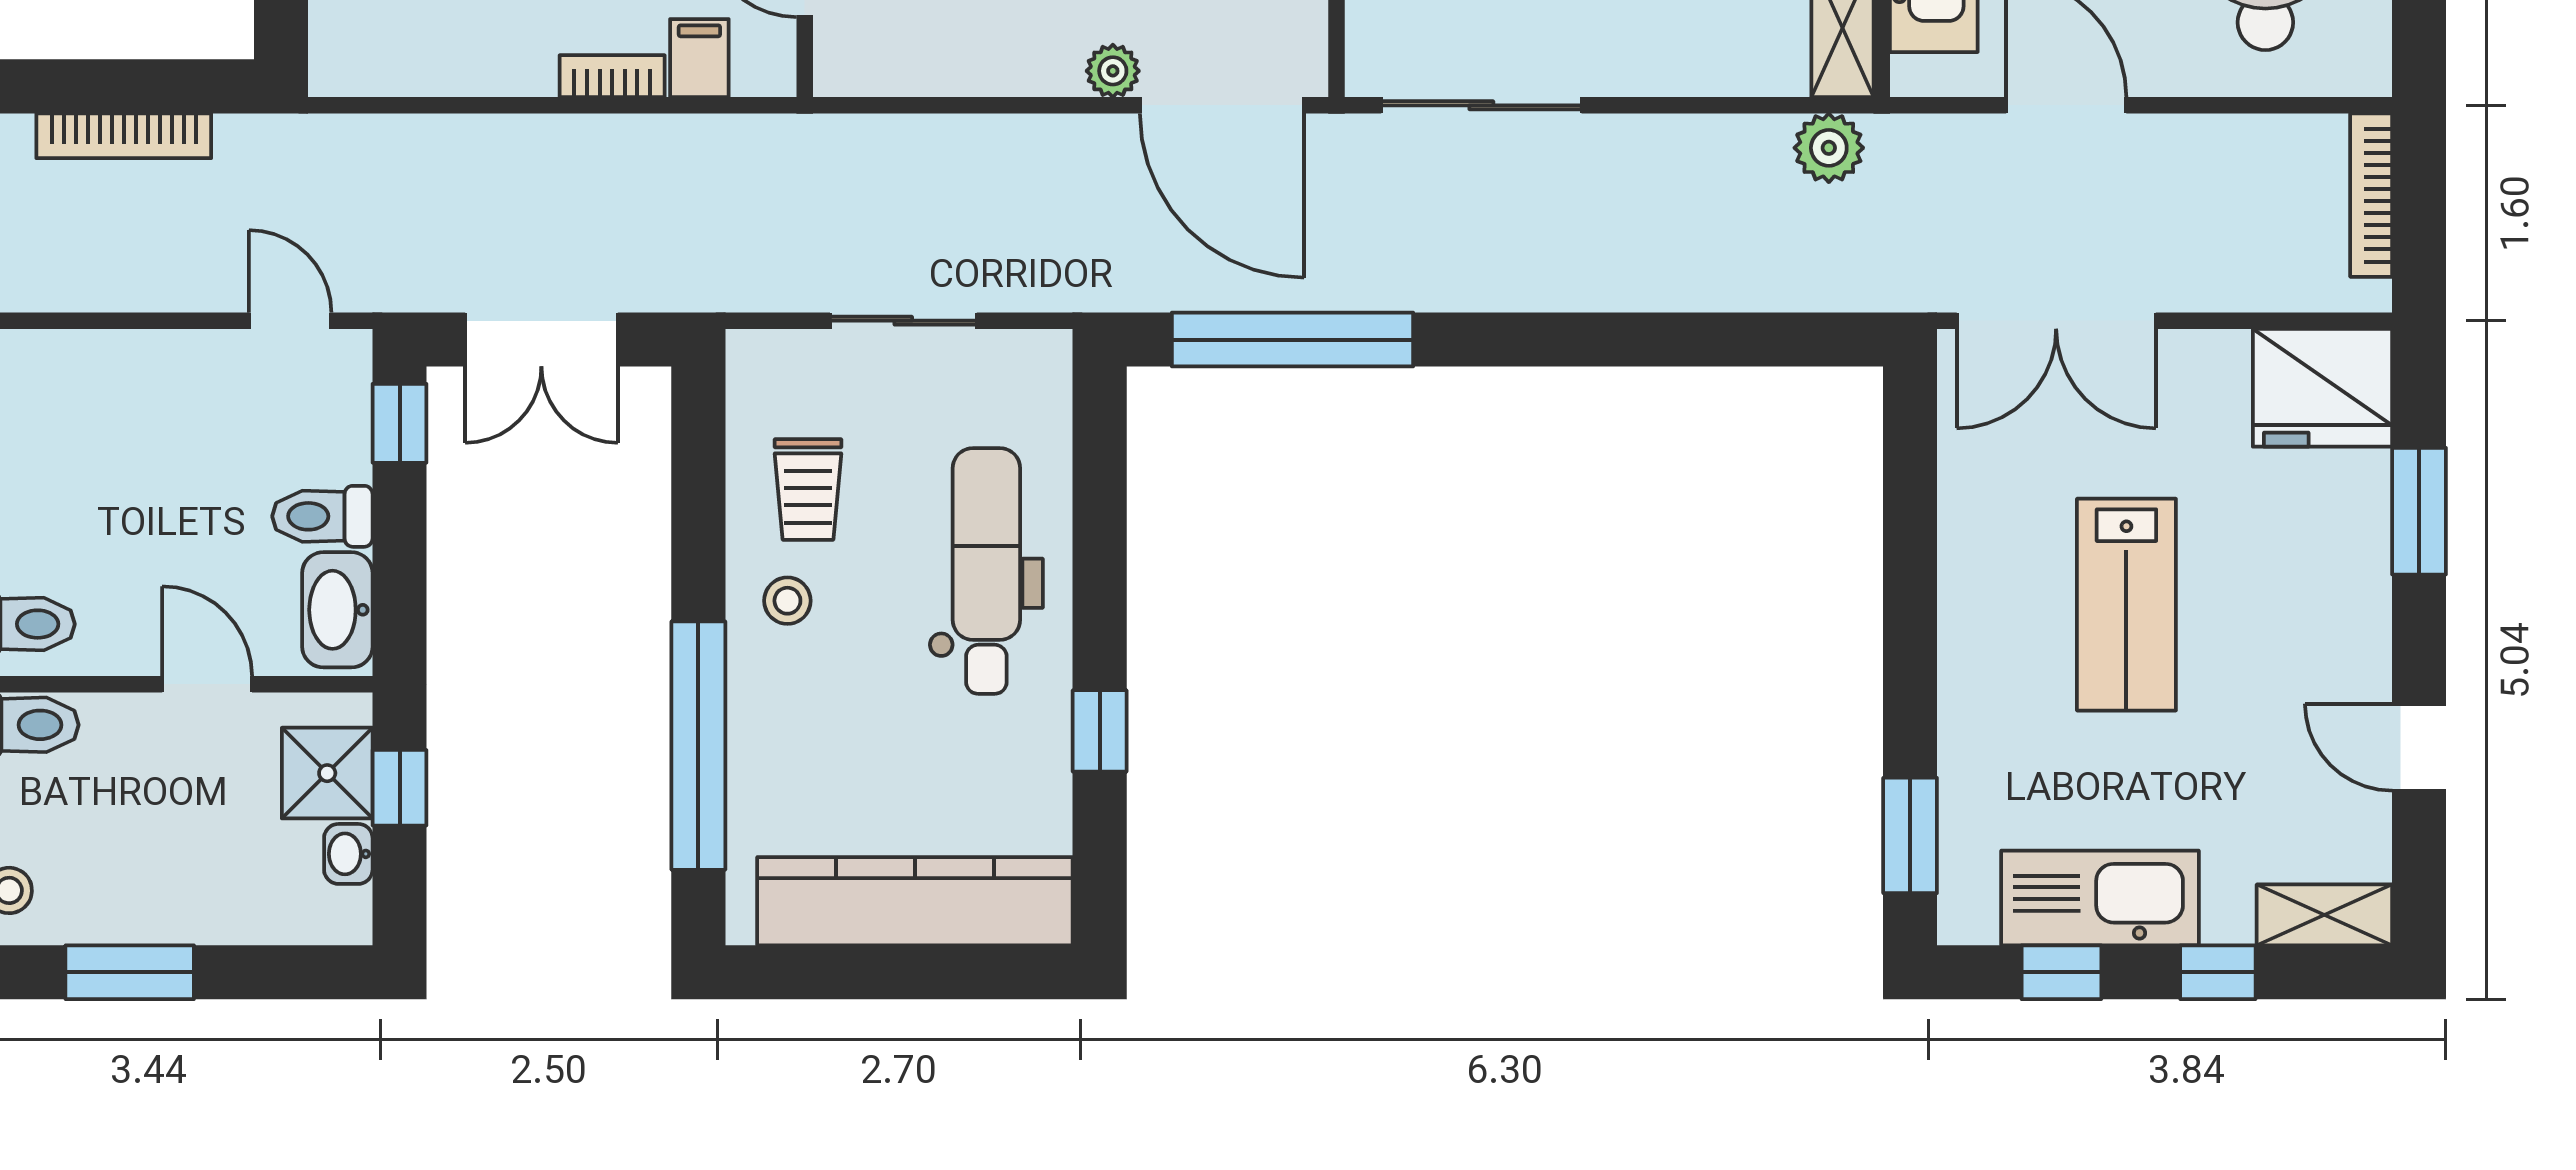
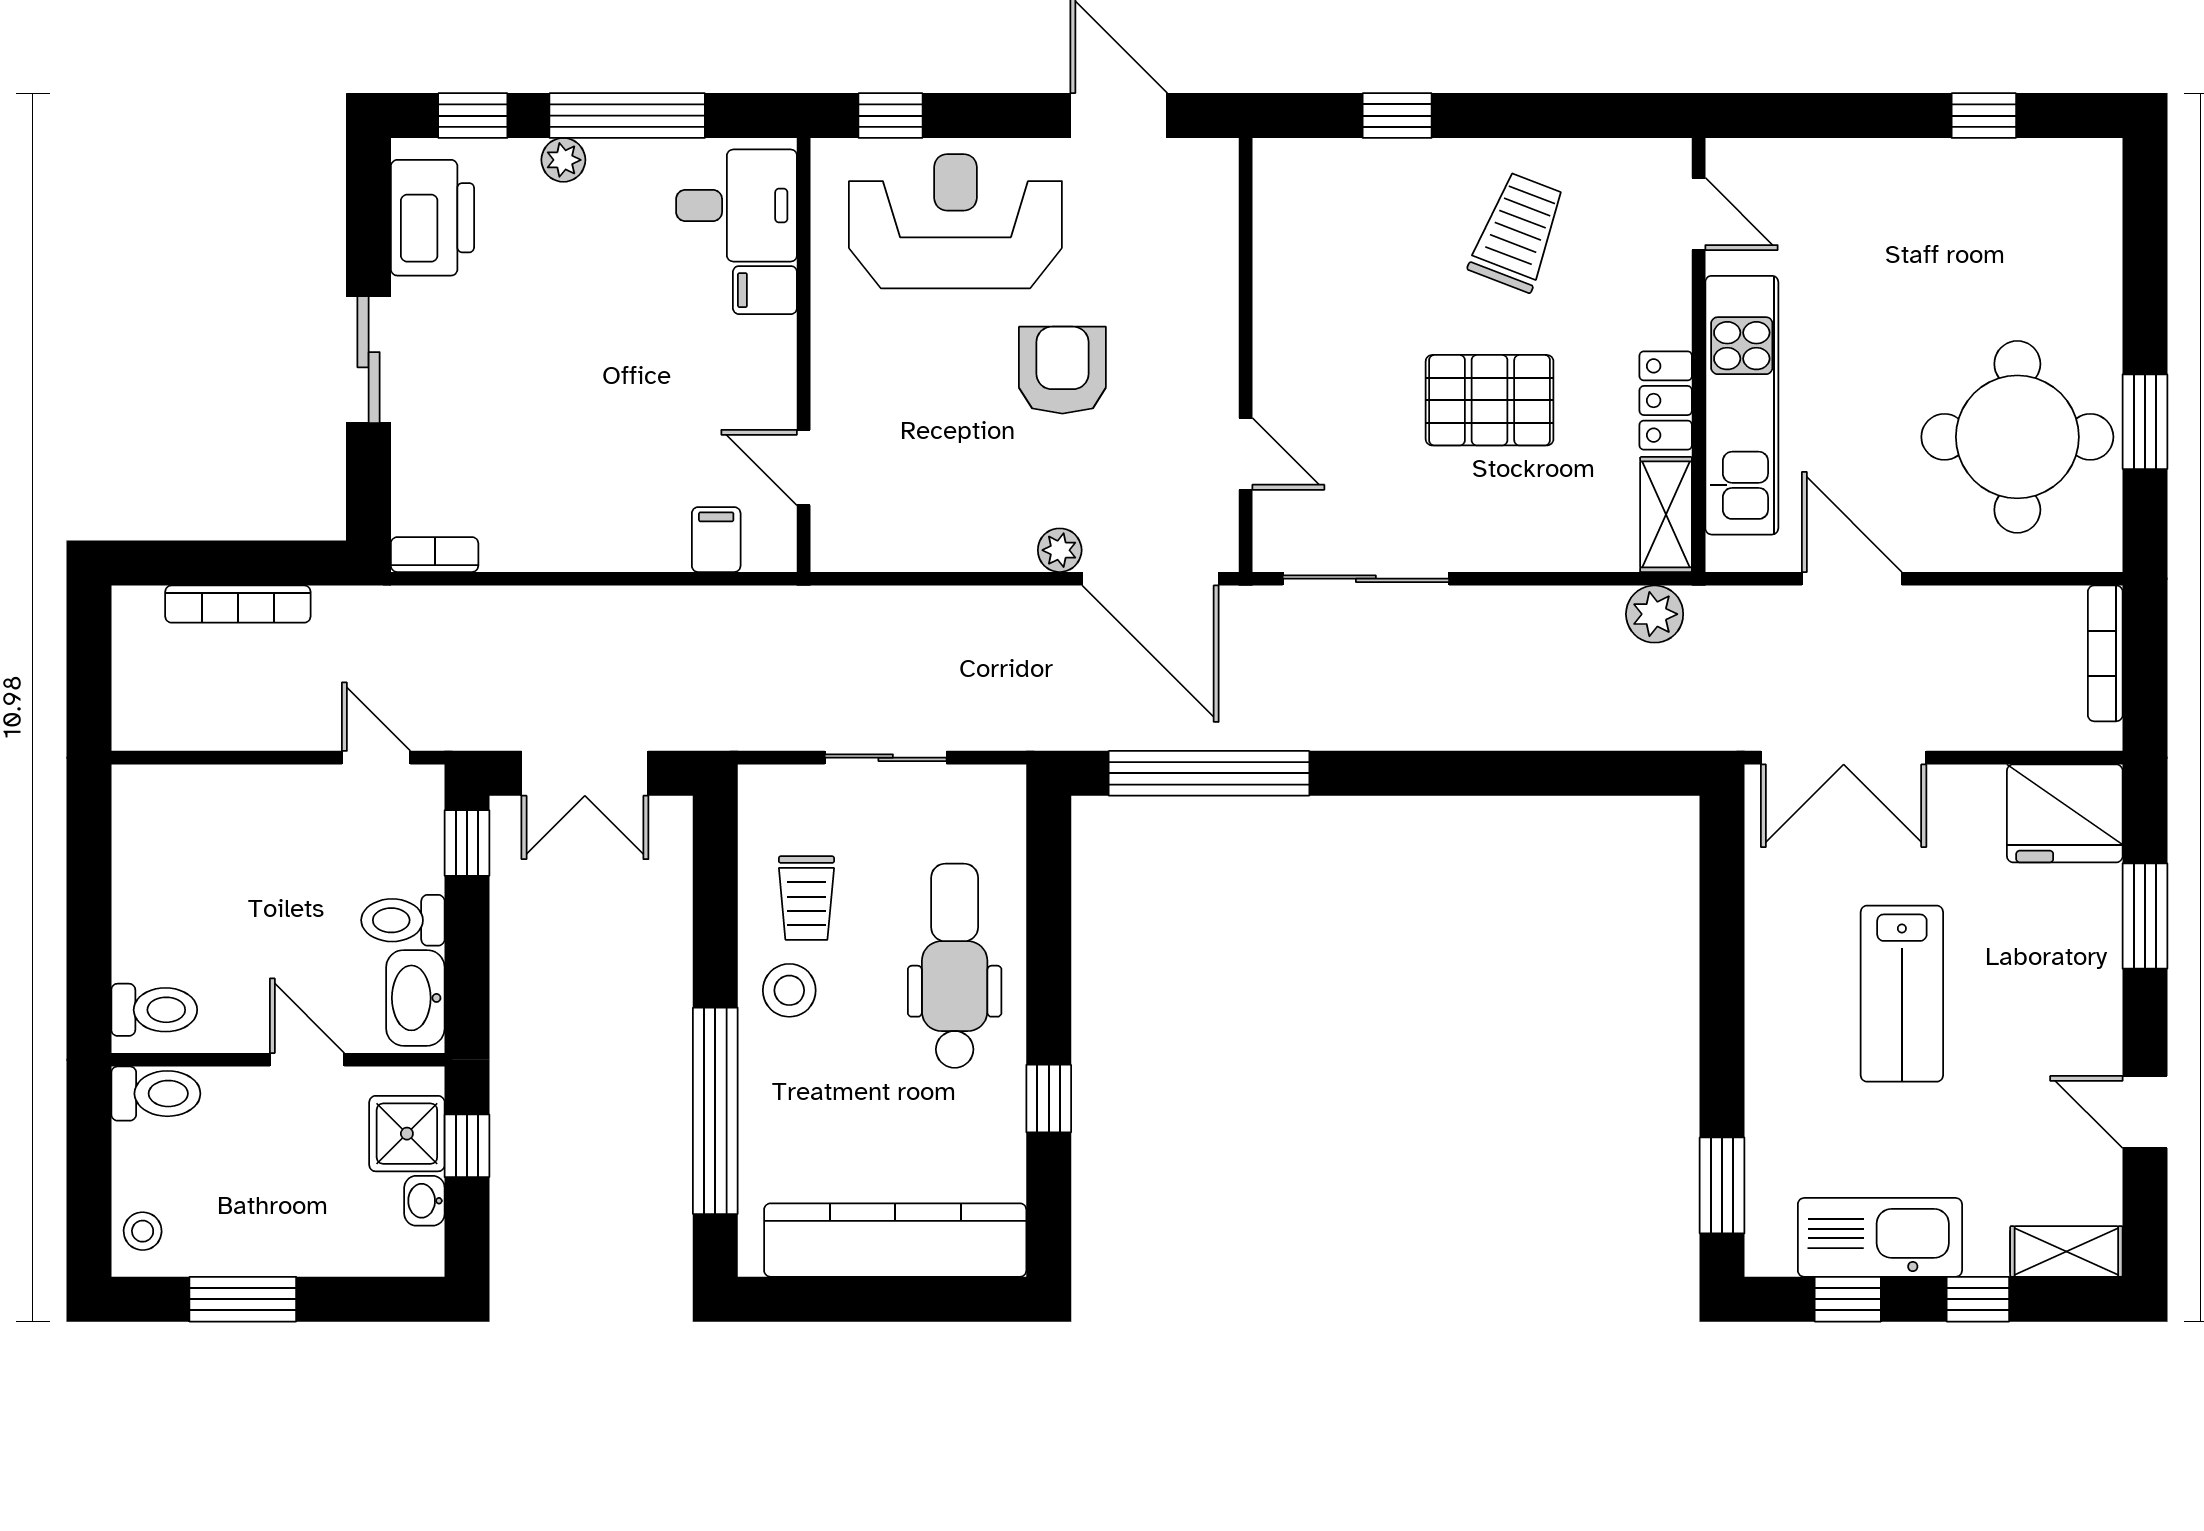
bookcase: (612, 76) -> (435, 555), moved
stool: (787, 601) -> (789, 990), width x1.37, depth x1.37

